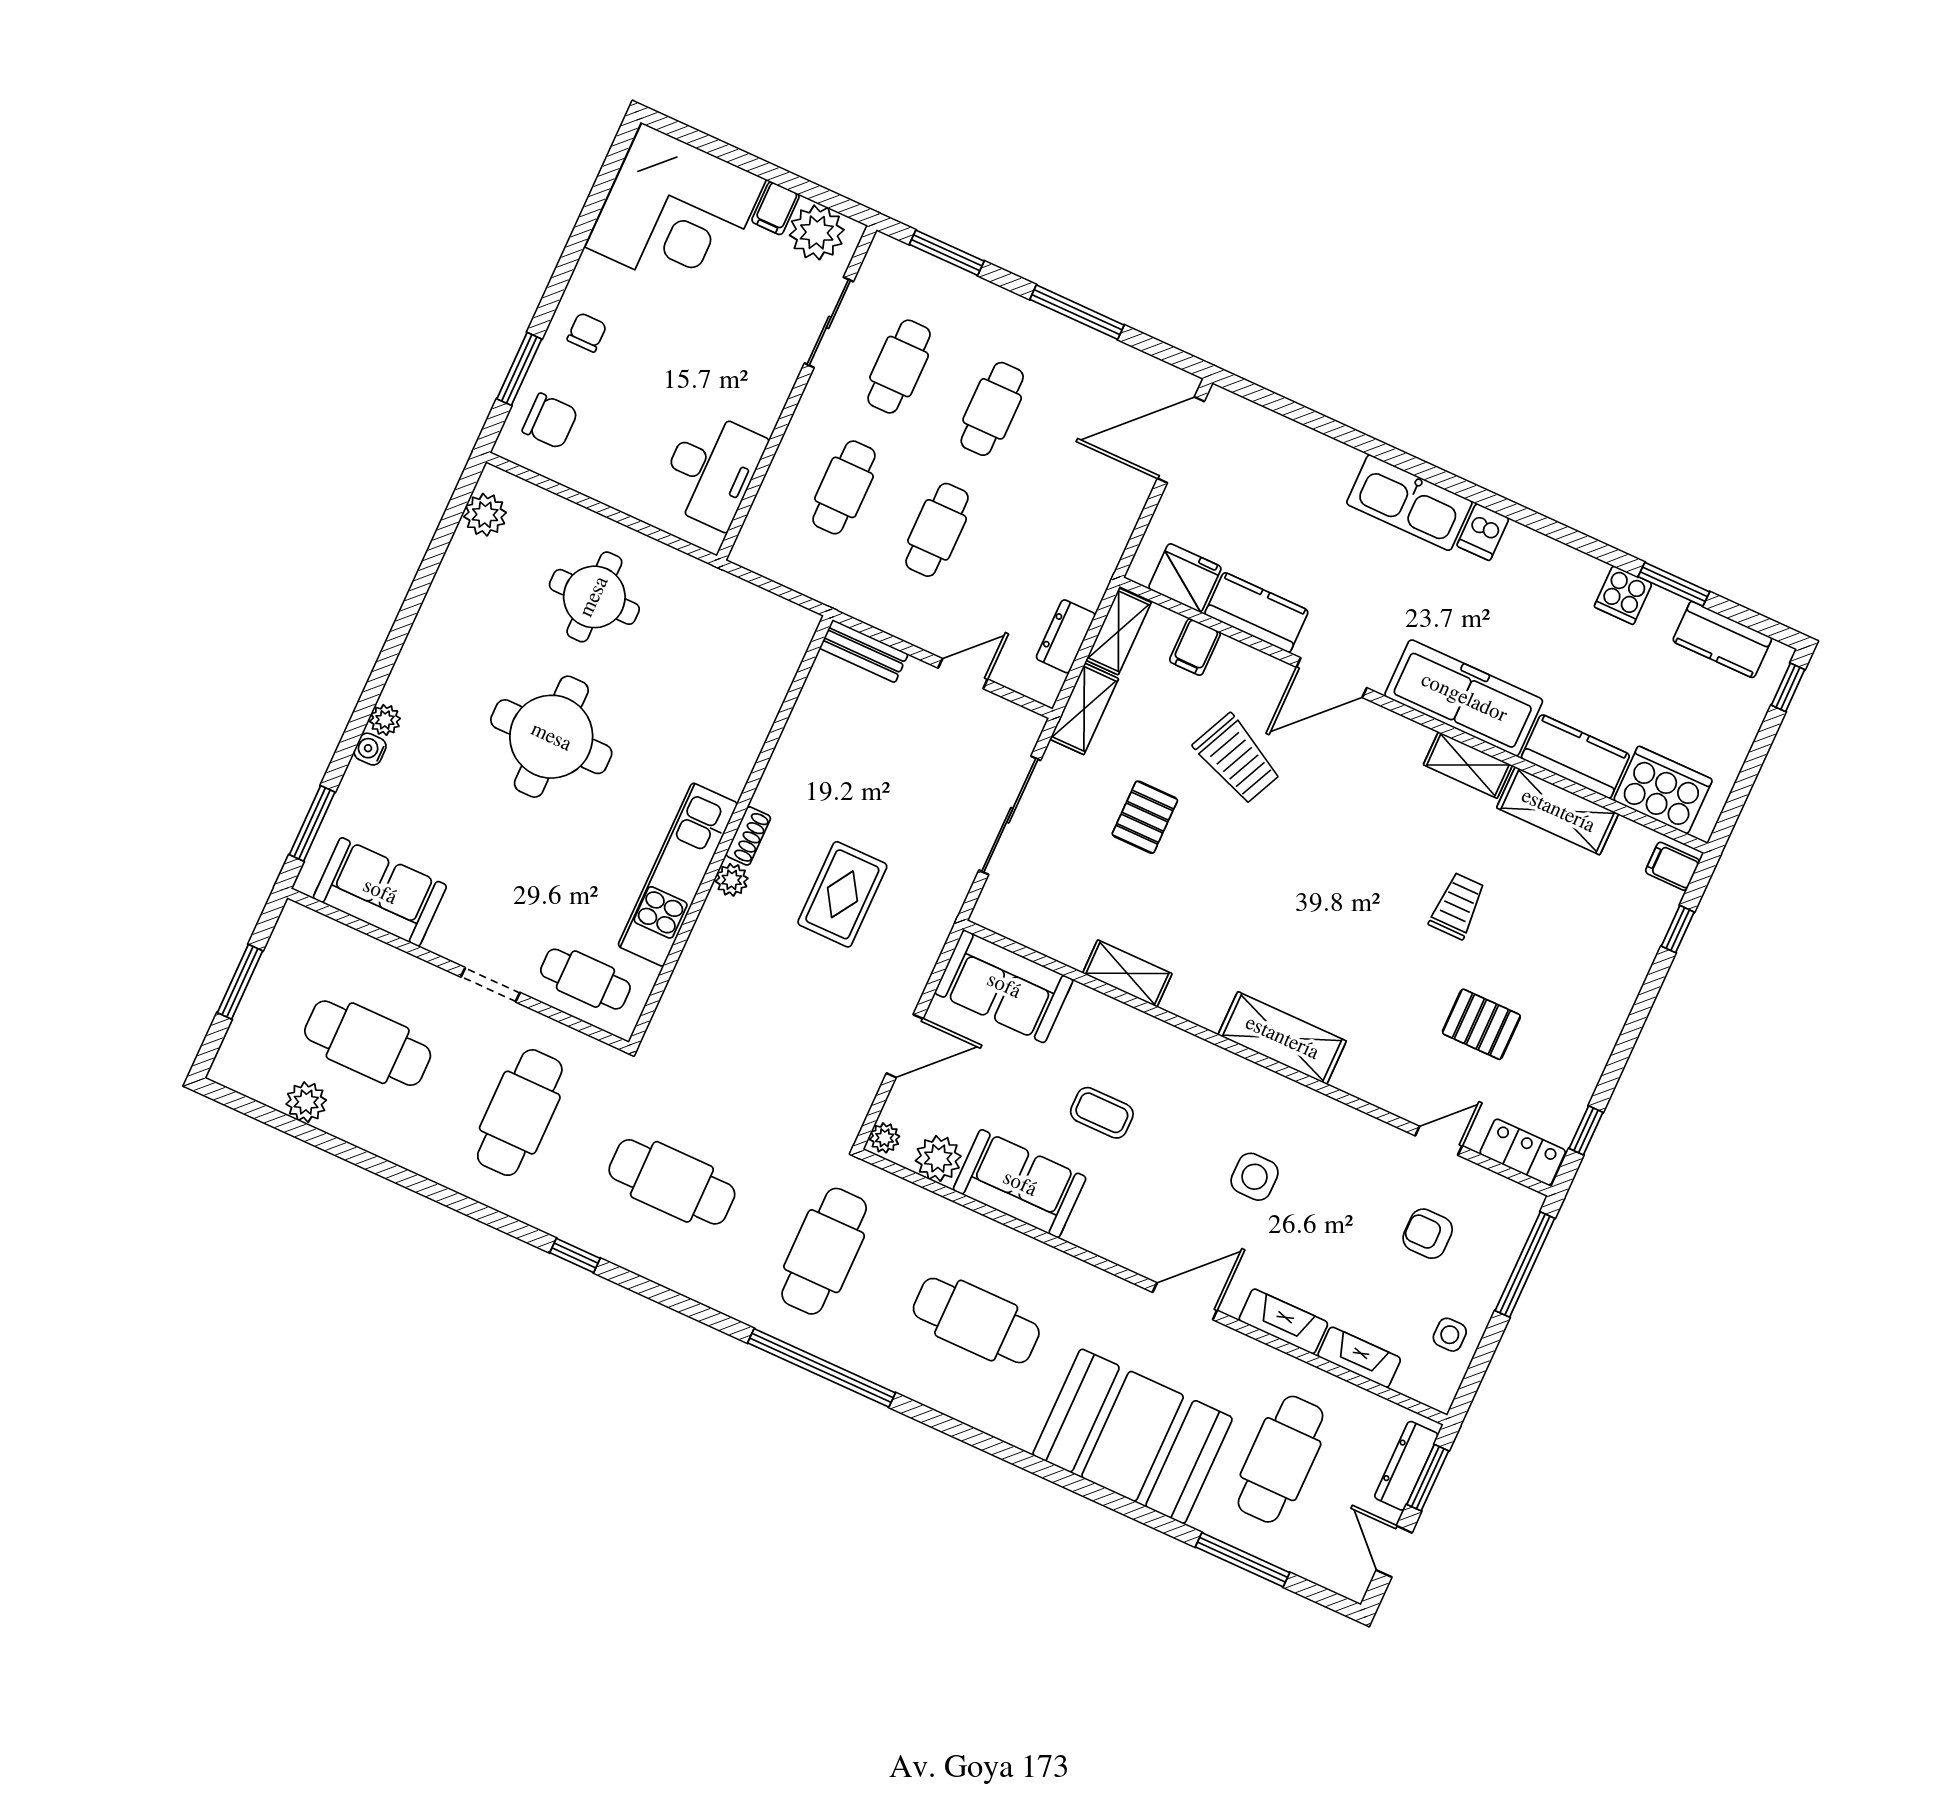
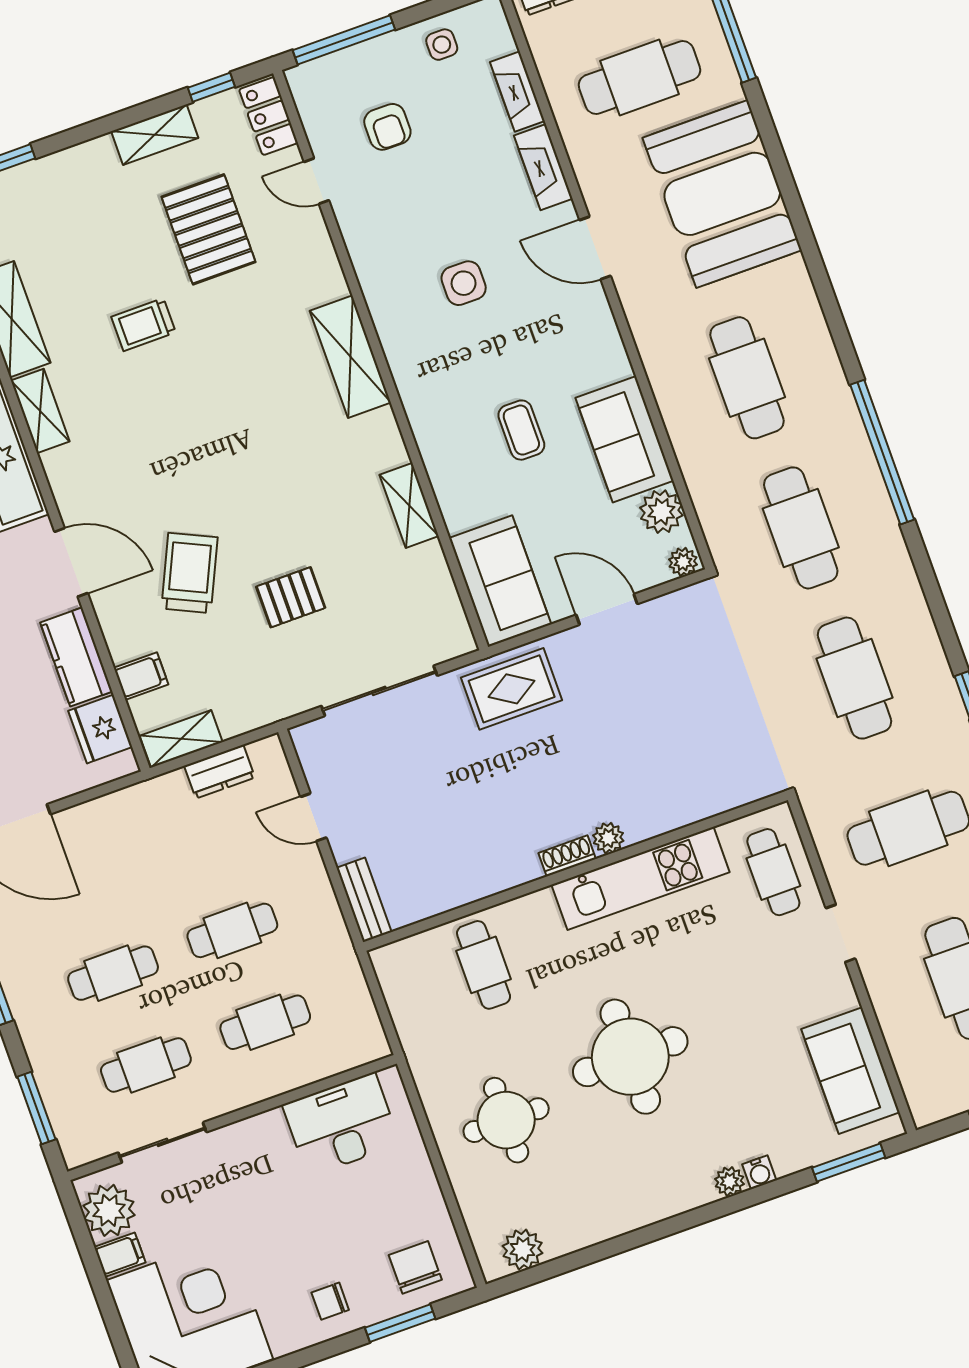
cafe table: (728, 693) -> (484, 965), added
shelving: (1084, 709) -> (155, 135), moved
rug: (842, 894) -> (512, 689), moved
pallet: (1481, 1024) -> (209, 229), width x1.50, depth x1.42
cafe table: (824, 1251) -> (801, 528), turned 90

